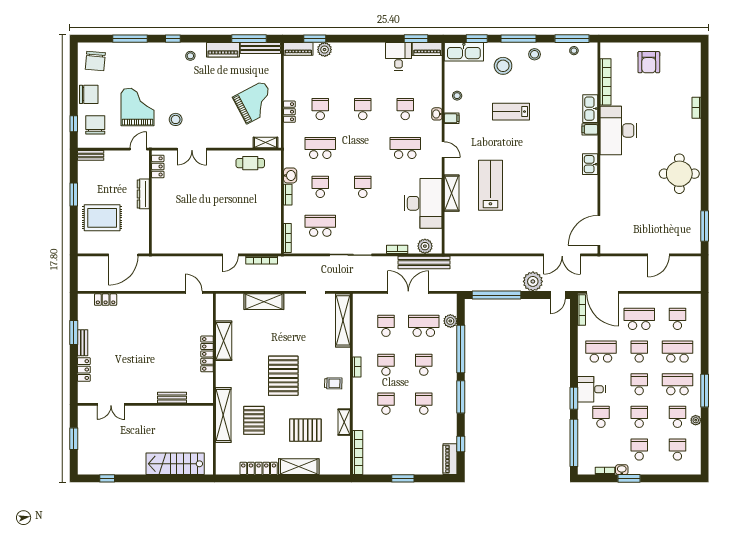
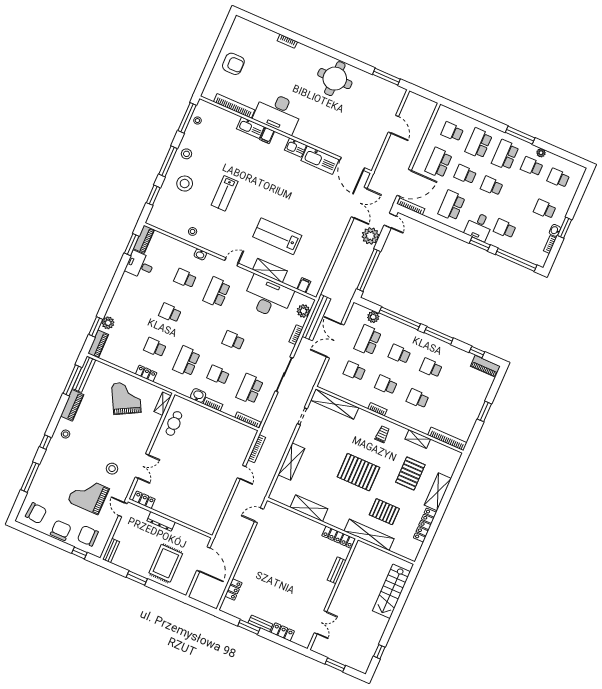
kitchen sink: (464, 52) -> (320, 160), moved, turned 90
filing cabinet: (452, 118) -> (304, 285), moved
locker: (207, 354) -> (339, 537), moved
school desk: (639, 417) -> (518, 198), removed

